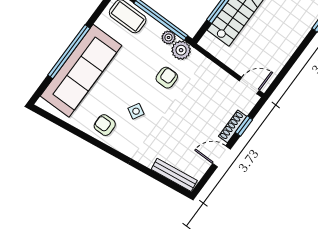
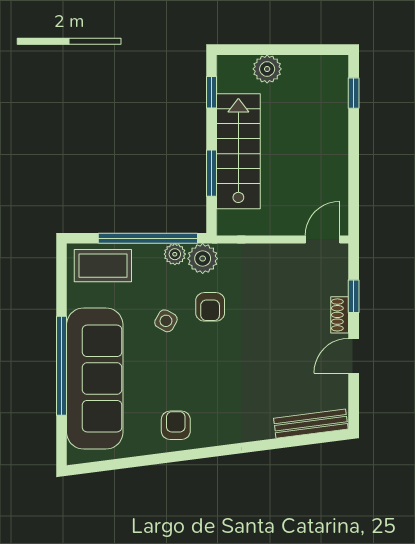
armchair: (167, 78) -> (210, 307), turned 180
side table: (136, 111) -> (166, 321), moved
armchair: (105, 125) -> (176, 425), turned 90
shoe rack: (233, 126) -> (340, 315), width x0.70

